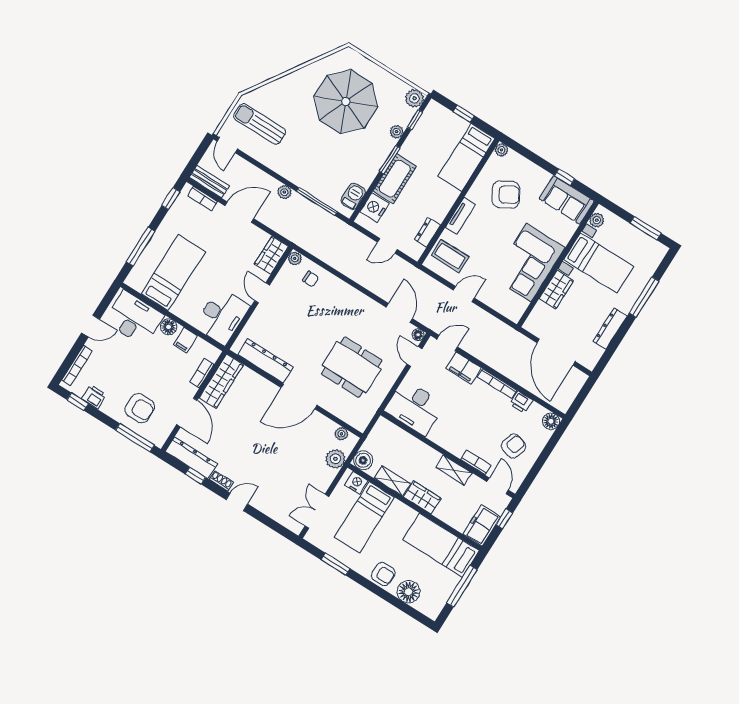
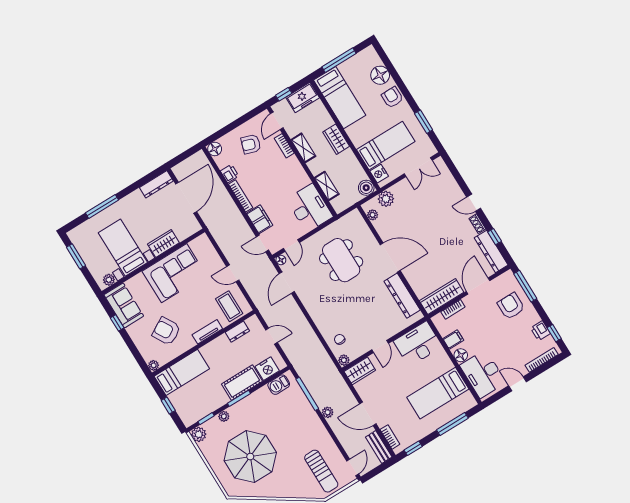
dresser: (610, 329) -> (156, 184), moved
shelving: (392, 481) -> (327, 186), moved

